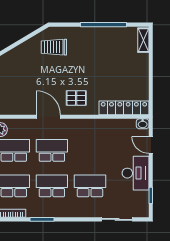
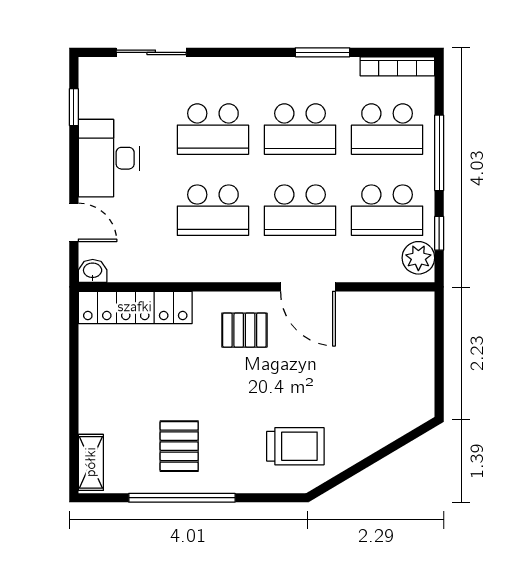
pallet: (105, 47) -> (179, 446), added
school desk: (90, 150) -> (213, 210), added

